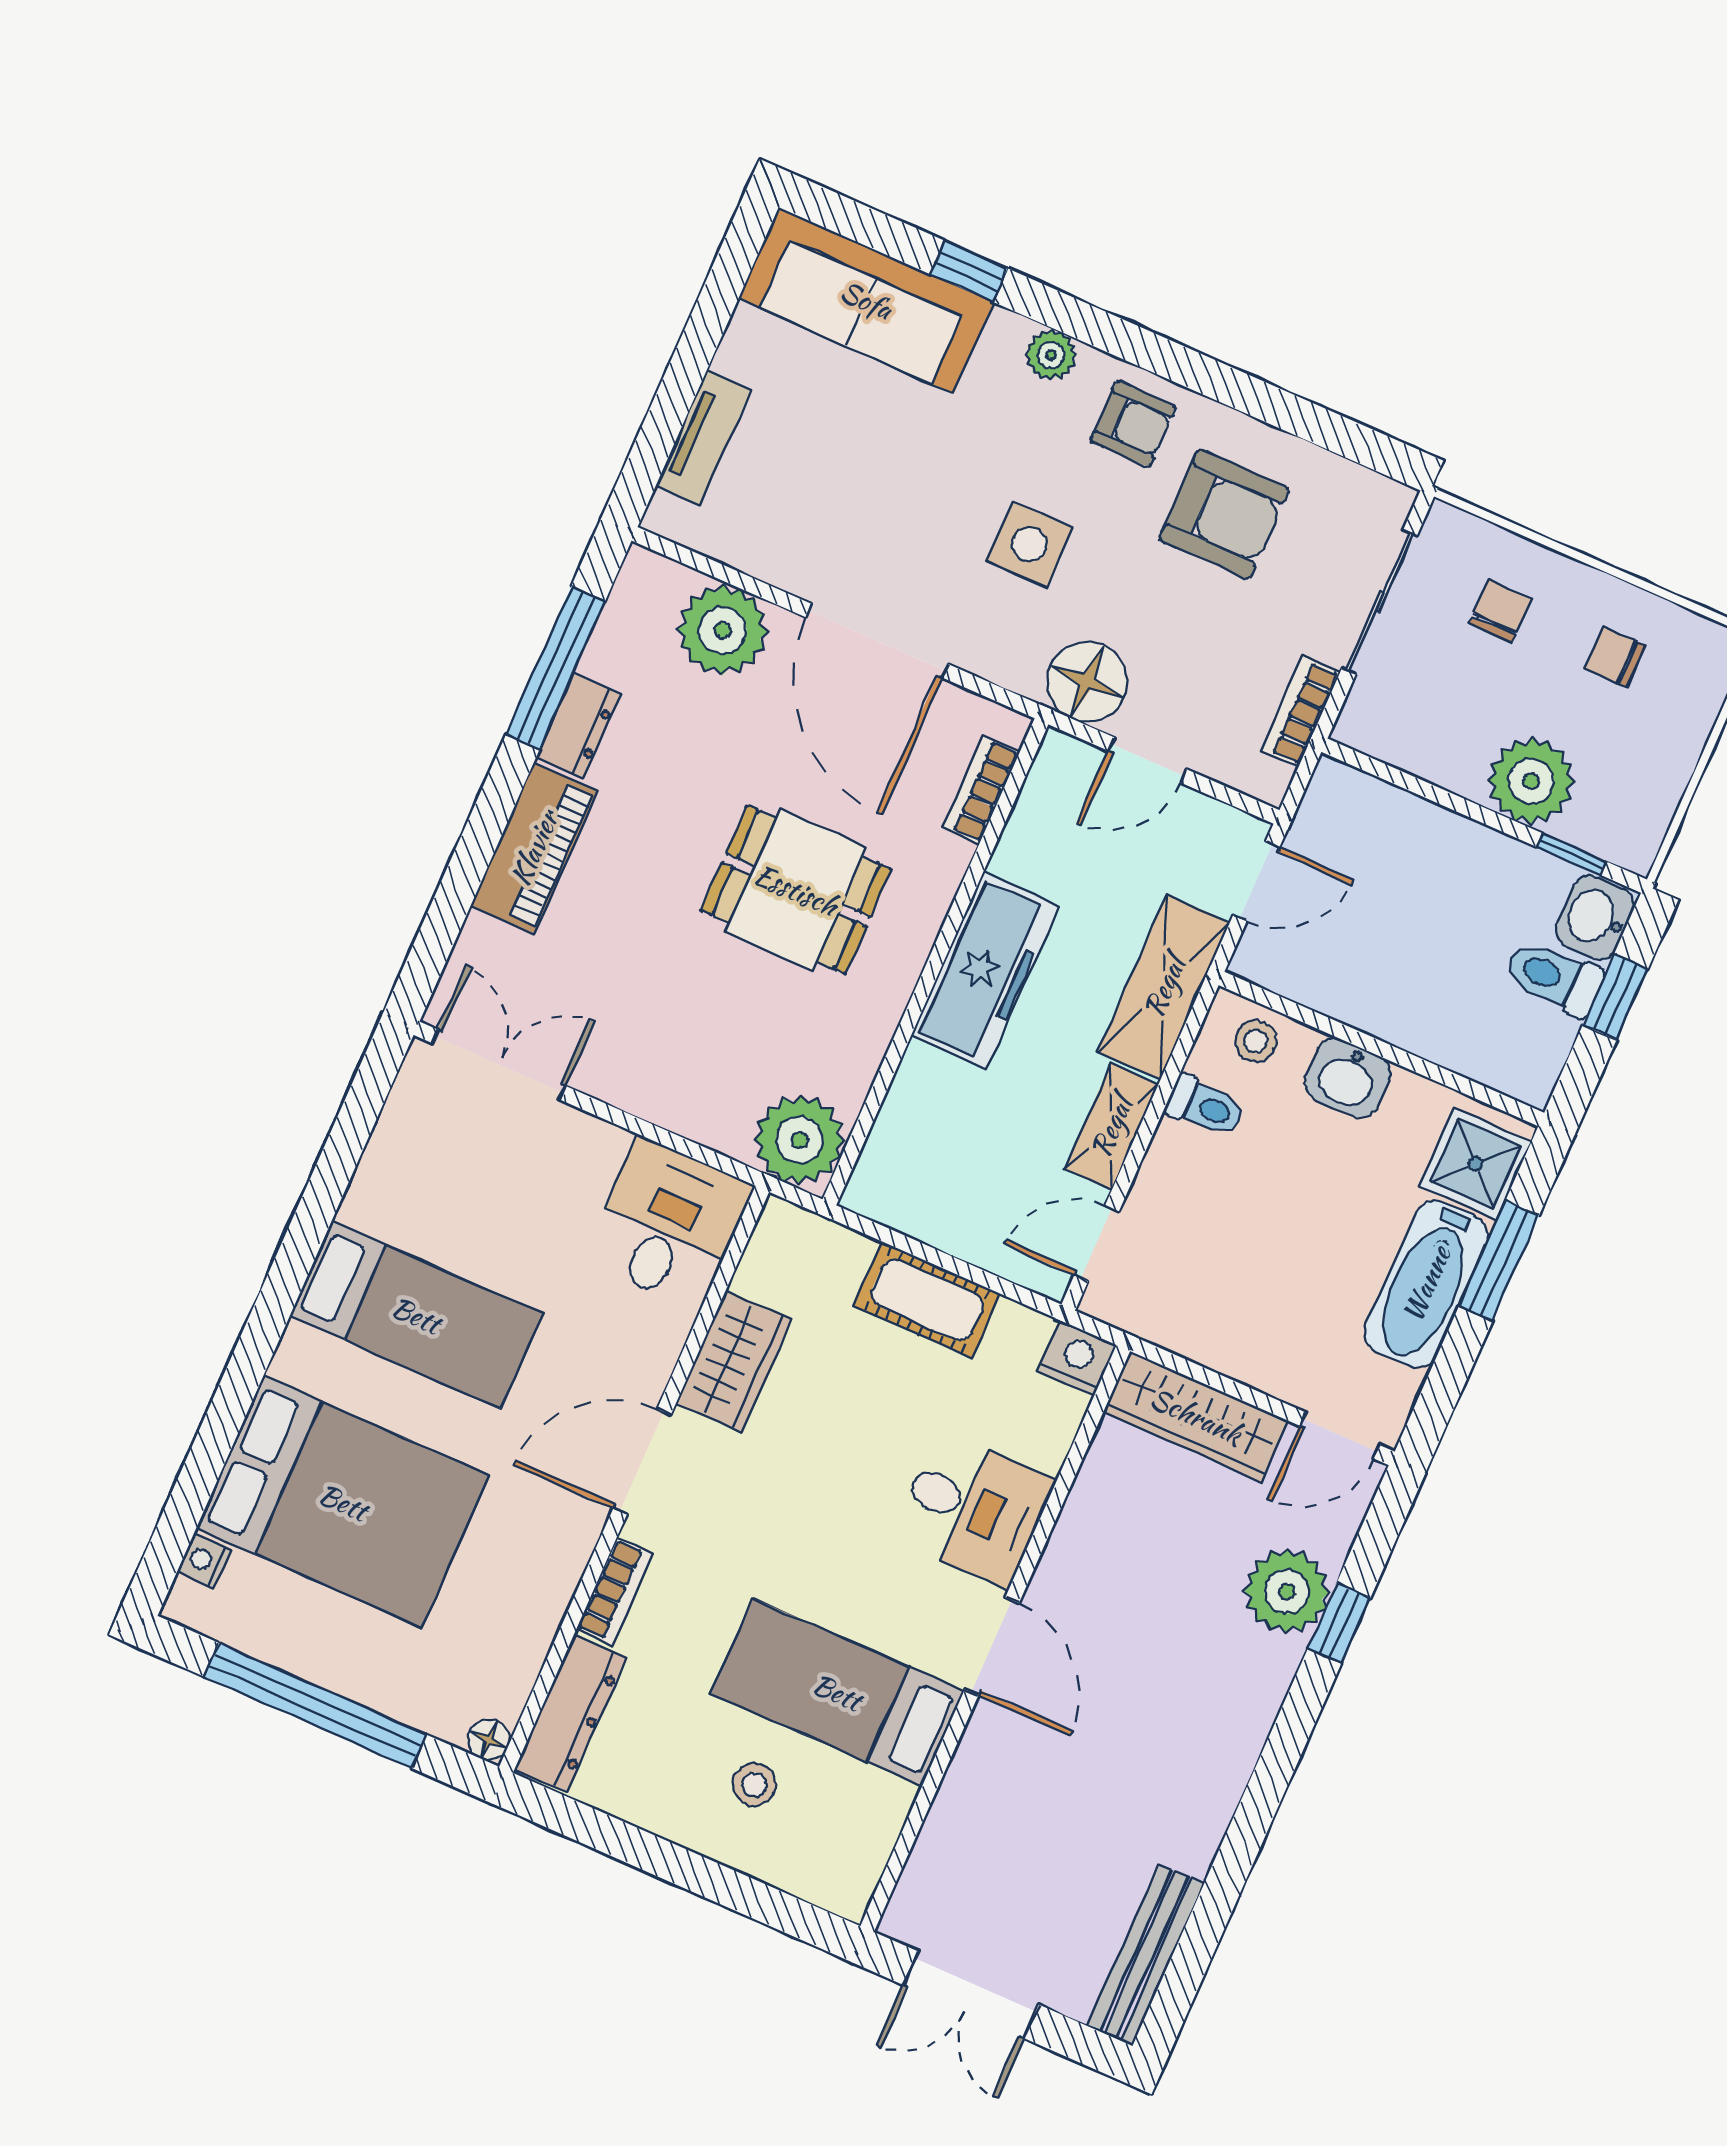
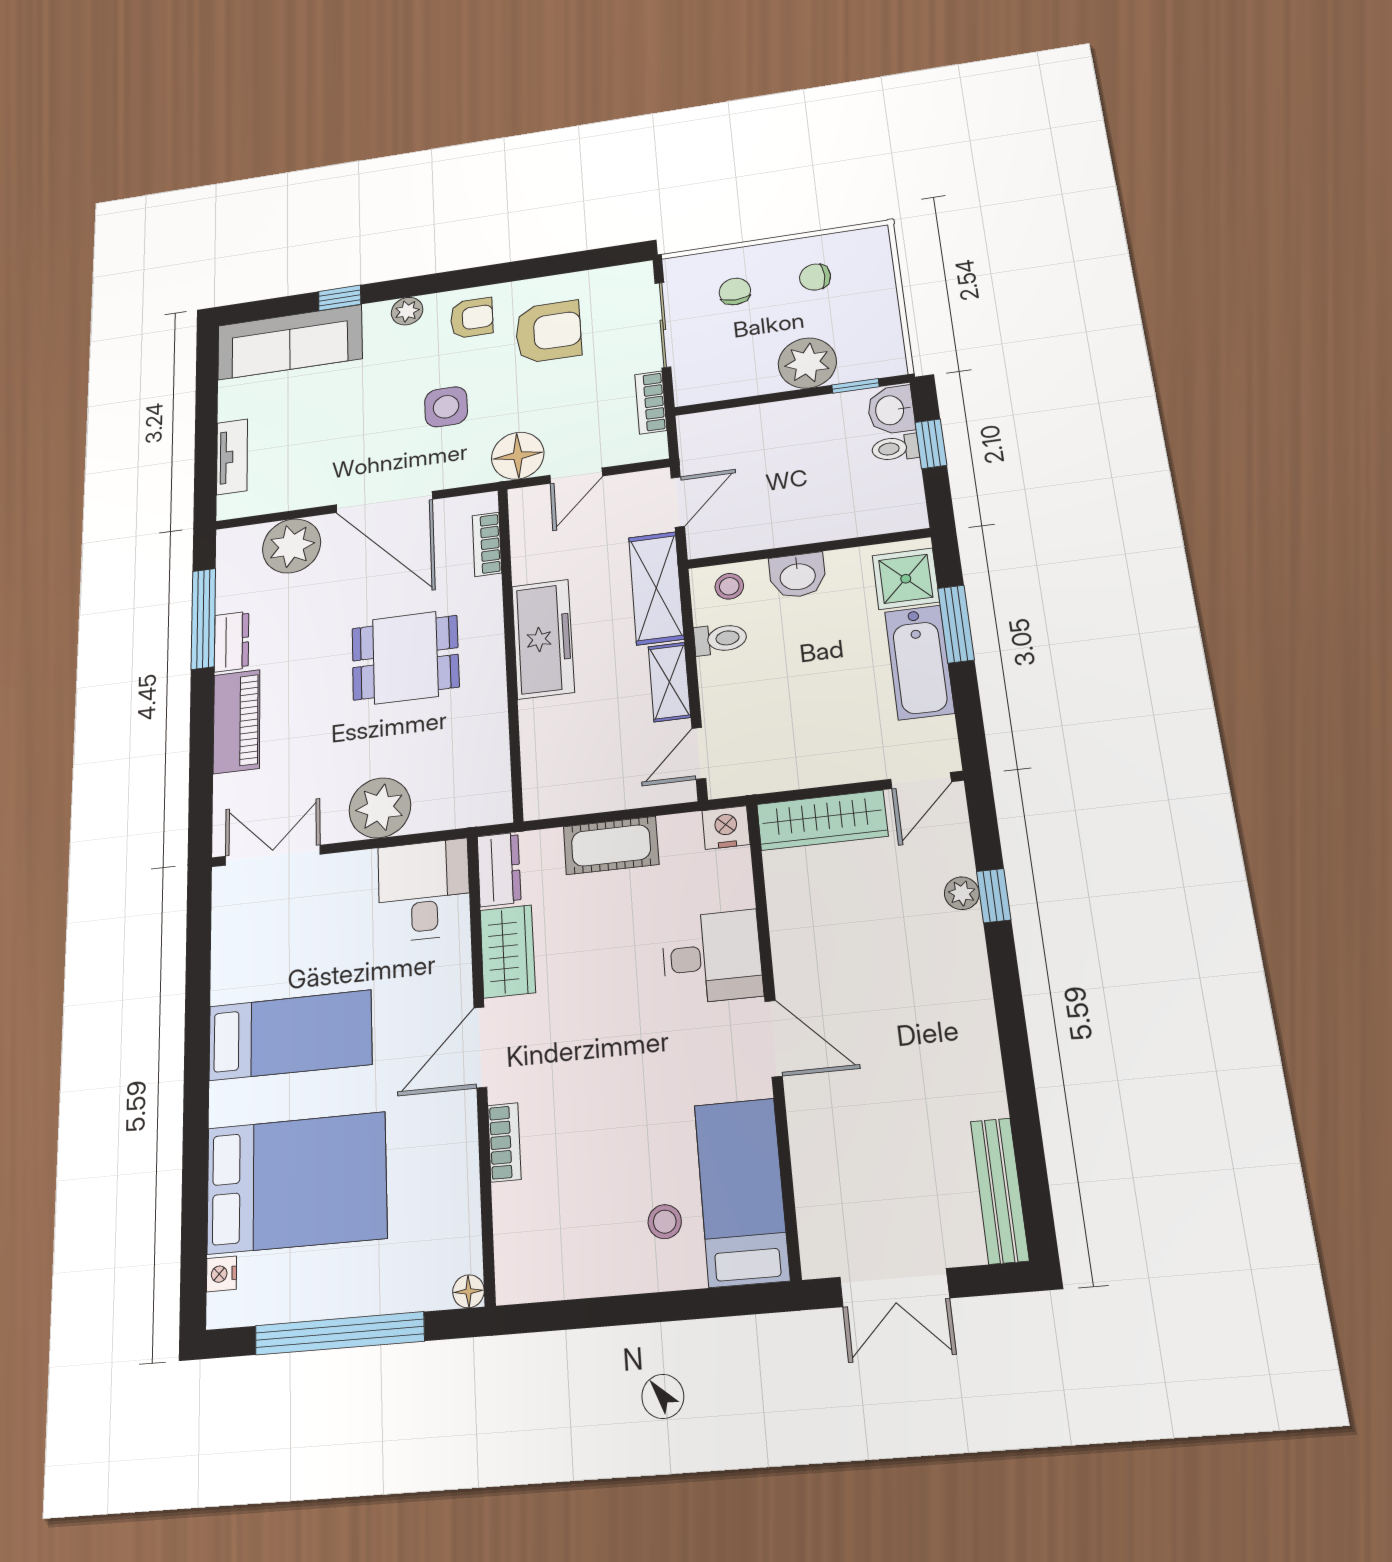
toilet: (1554, 977) -> (895, 448), width x0.73, depth x0.72
plant: (800, 1140) -> (380, 808), moved
plant: (1287, 1591) -> (962, 893), width x0.53, depth x0.53
bed: (837, 1692) -> (742, 1192), moved, turned 90
dresser: (571, 1713) -> (499, 869), moved, width x0.70

